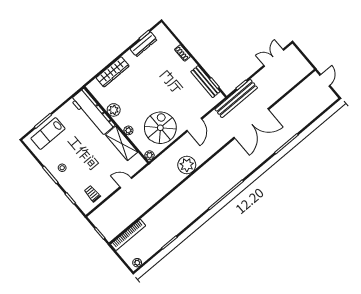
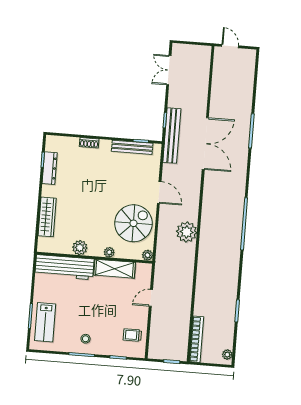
spiral stairs: (160, 128) -> (133, 223), turned 90

